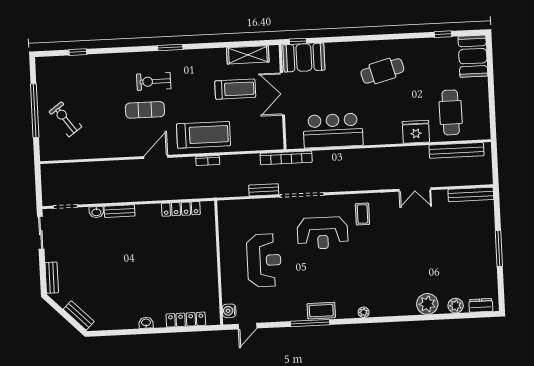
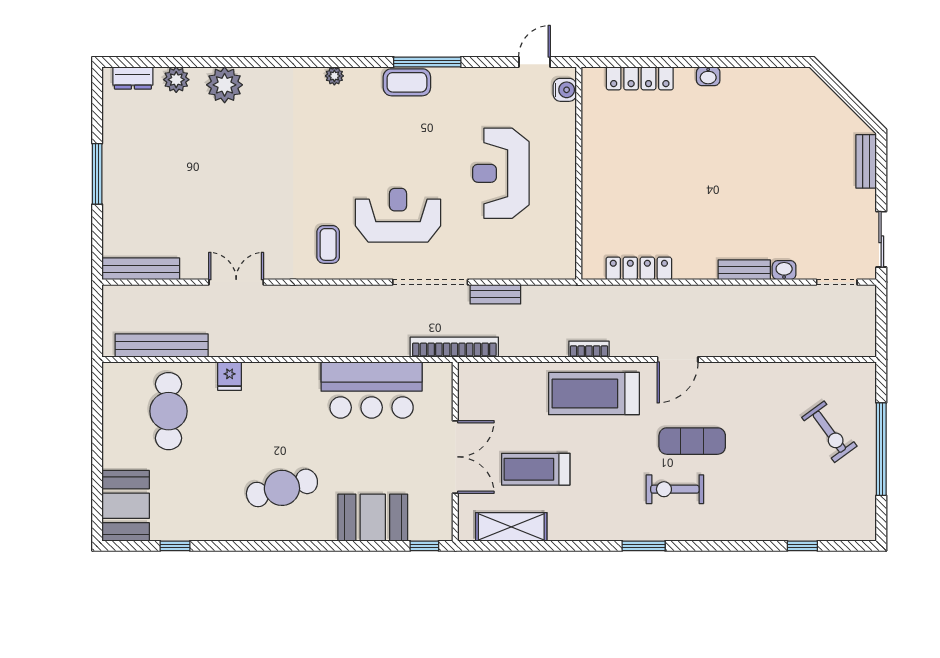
booth: (304, 58) -> (373, 518), moved
exercise bike: (154, 81) -> (675, 489), turned 180
fridge: (416, 132) -> (230, 376), width x0.53, depth x0.75
bench: (79, 315) -> (823, 94), removed

